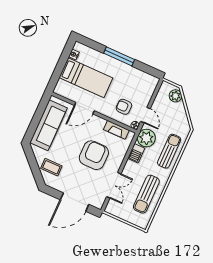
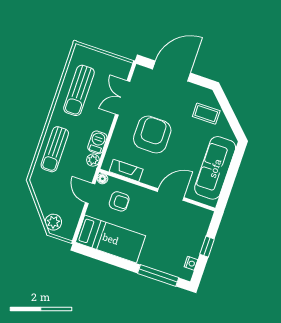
window: (119, 56) -> (158, 275), moved
window: (60, 66) -> (207, 247), added
bed: (86, 78) -> (111, 239), moved, turned 180
plant: (146, 138) -> (93, 160), width x0.53, depth x0.53
armchair: (94, 155) -> (152, 135), turned 180
sun lounger: (146, 194) -> (79, 90), turned 180

